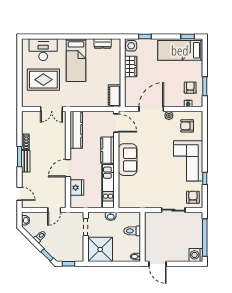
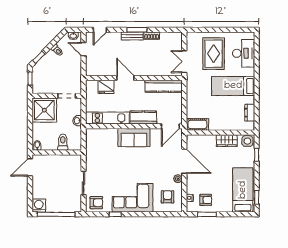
door: (54, 210) -> (84, 49), moved

